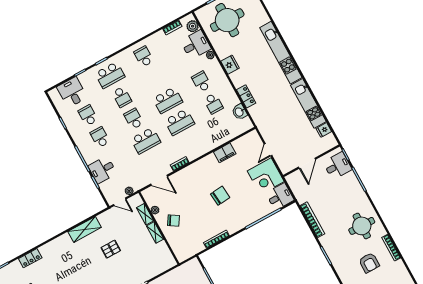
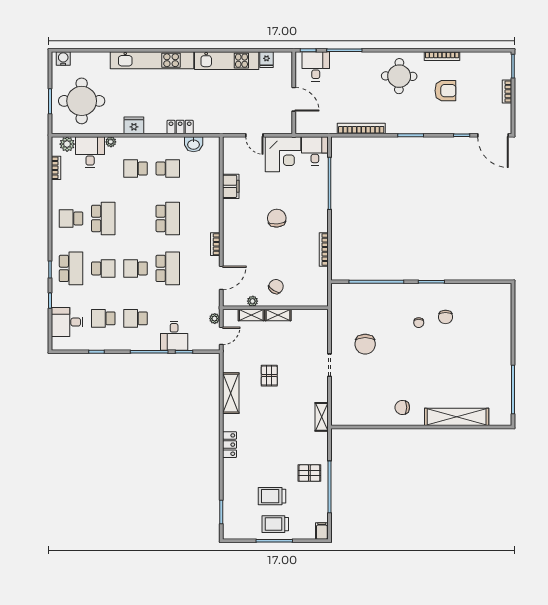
school desk: (168, 100) -> (103, 218), moved
locker: (30, 258) -> (230, 445), moved

